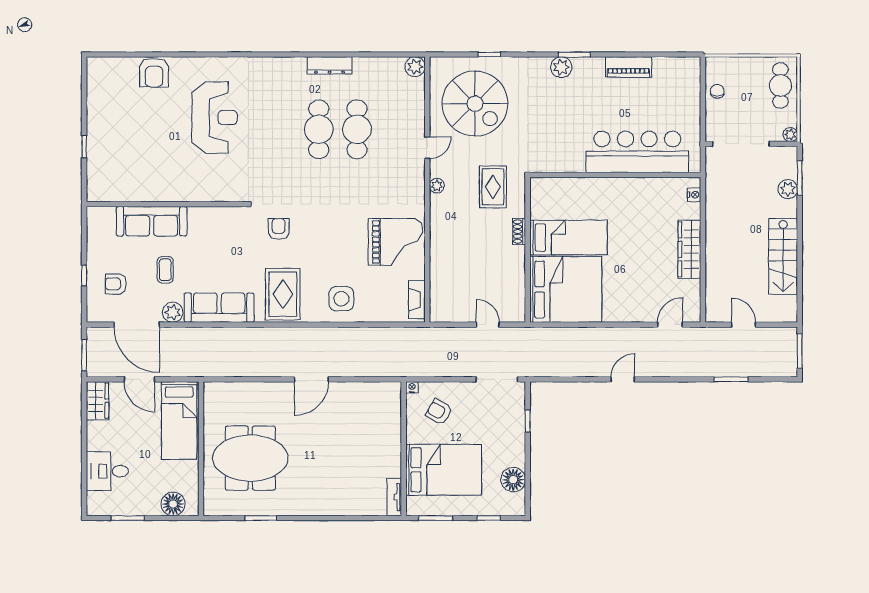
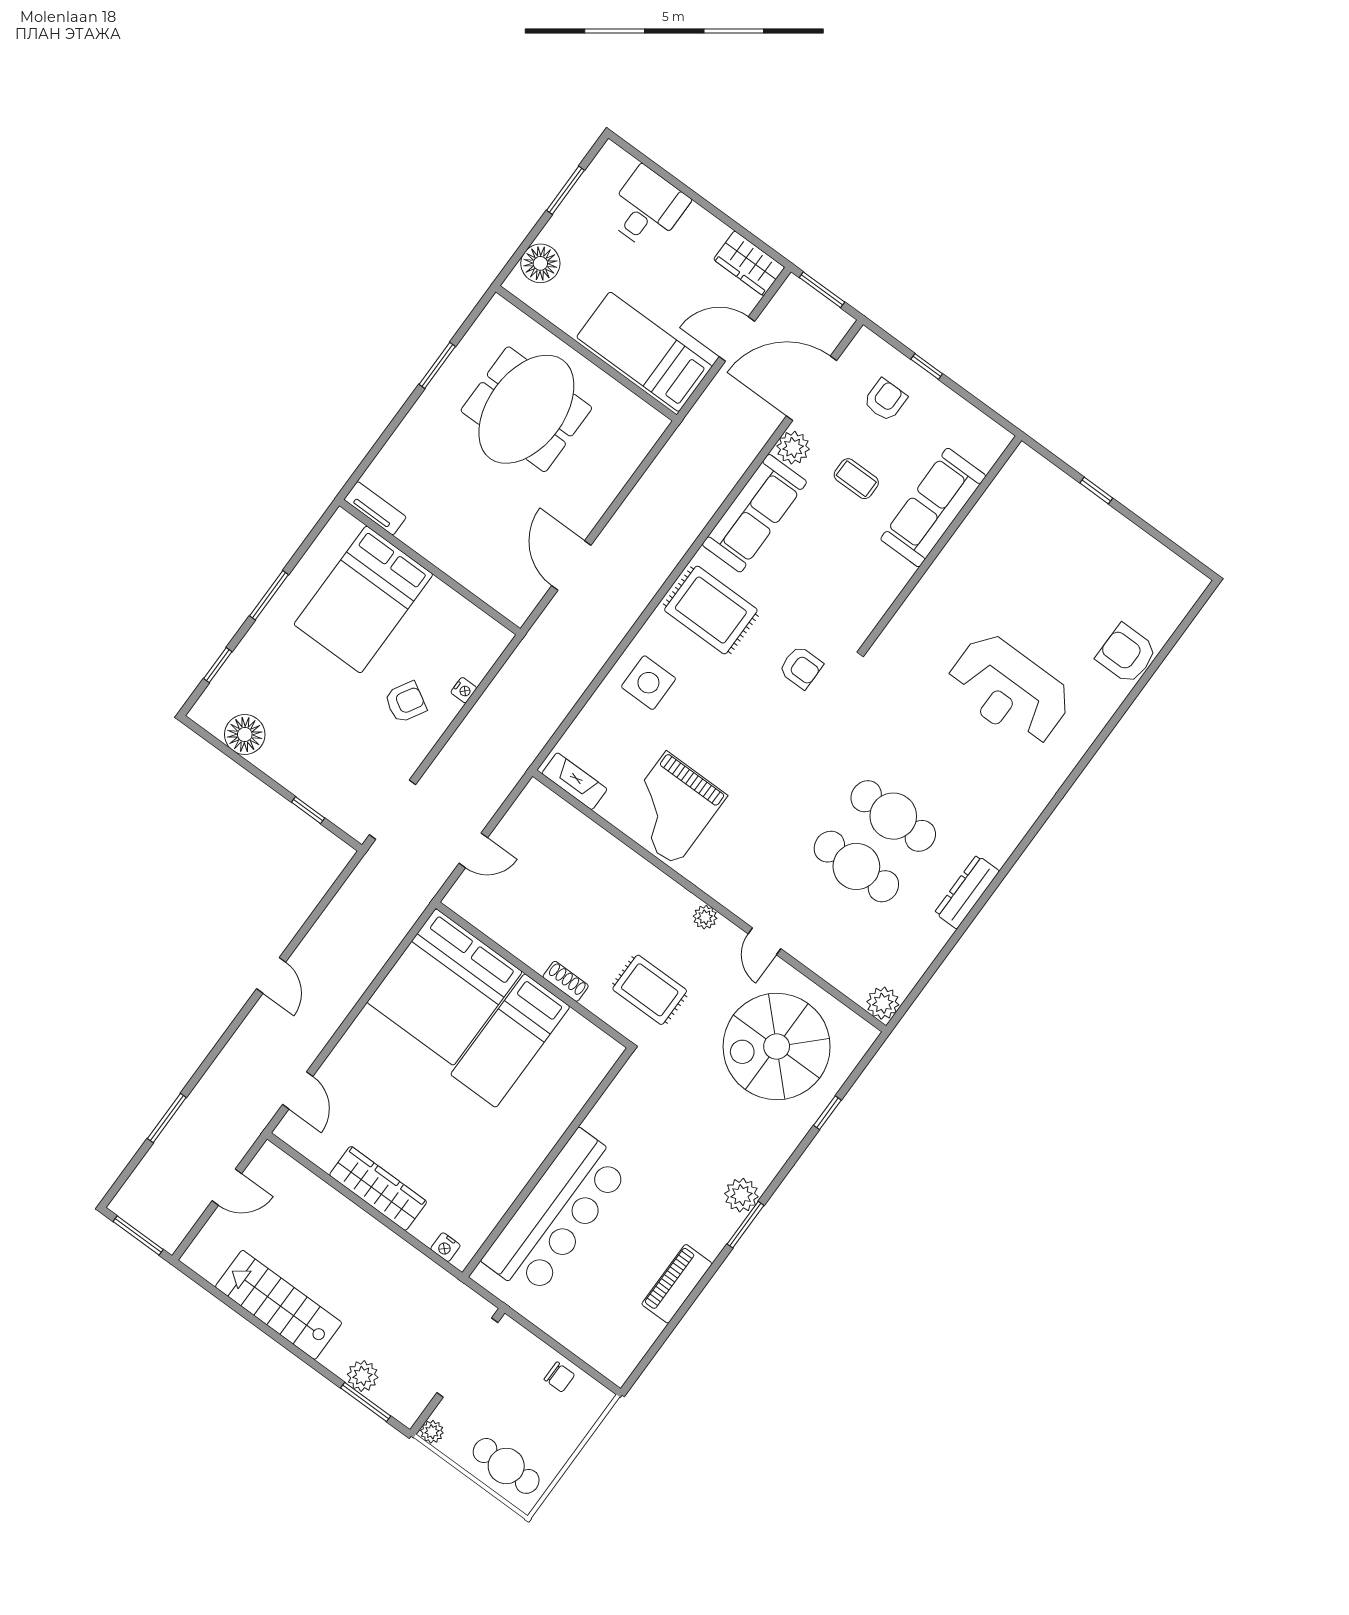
wall: (404, 449) -> (430, 567), moved
bed: (444, 470) -> (363, 599), moved
tv unit: (394, 497) -> (375, 508), moved

